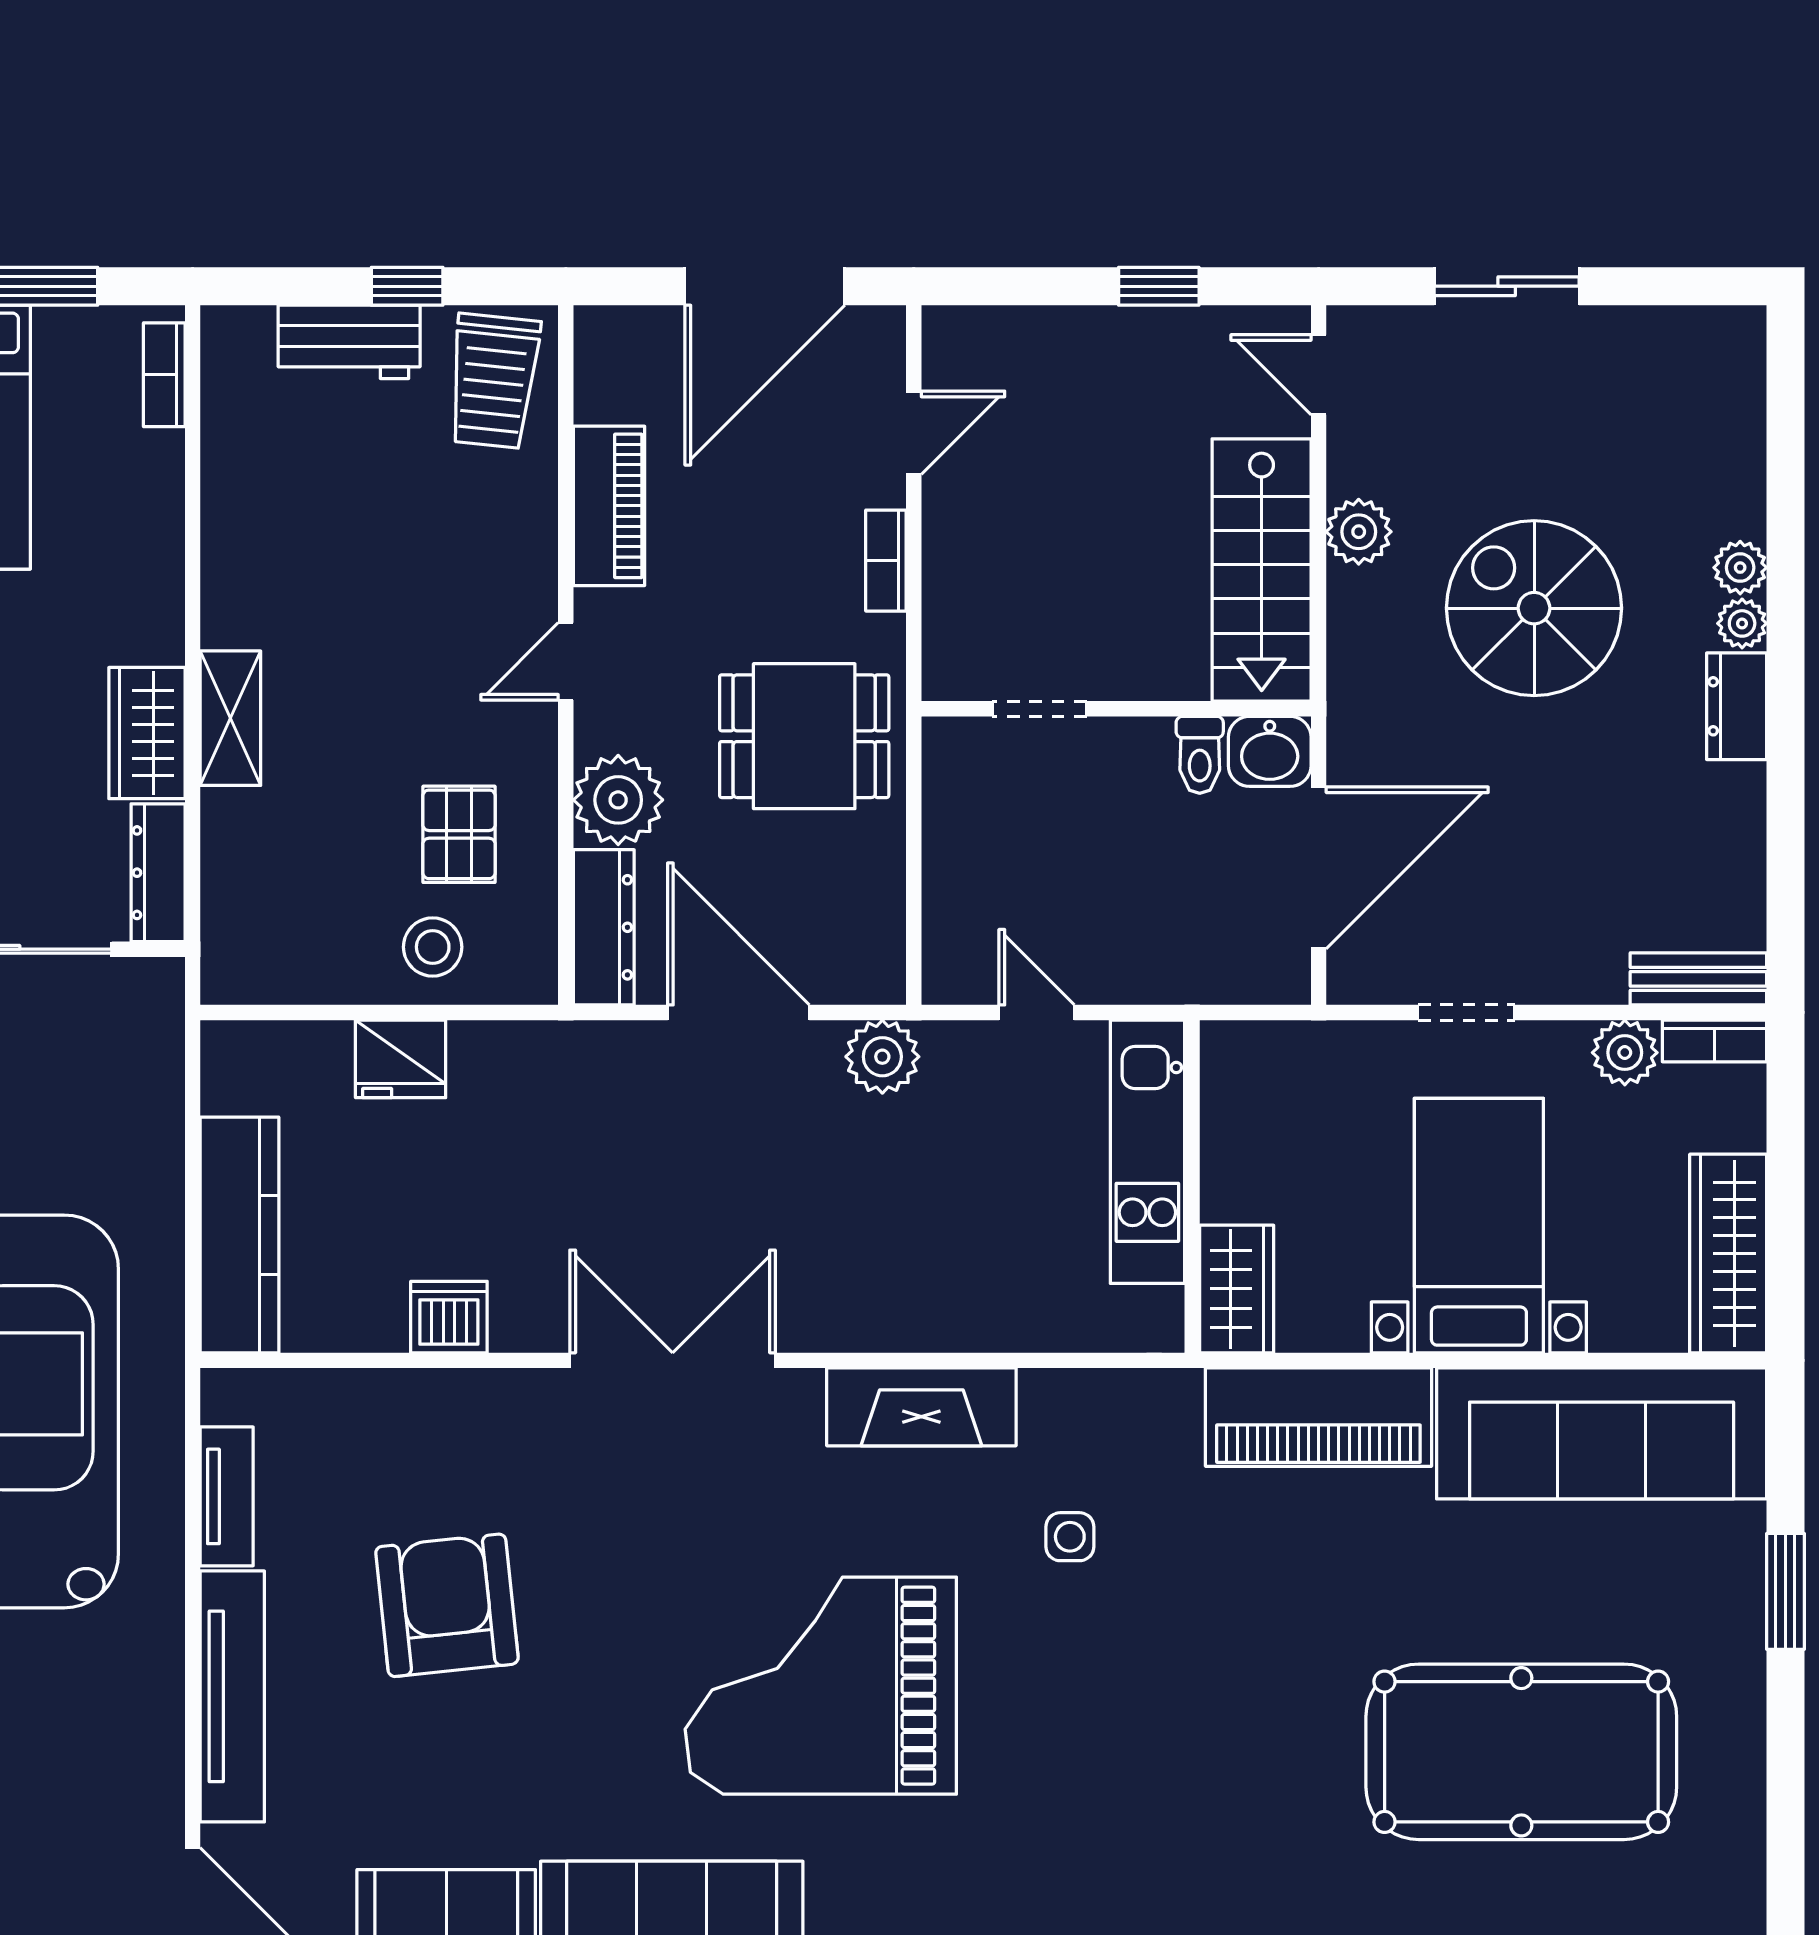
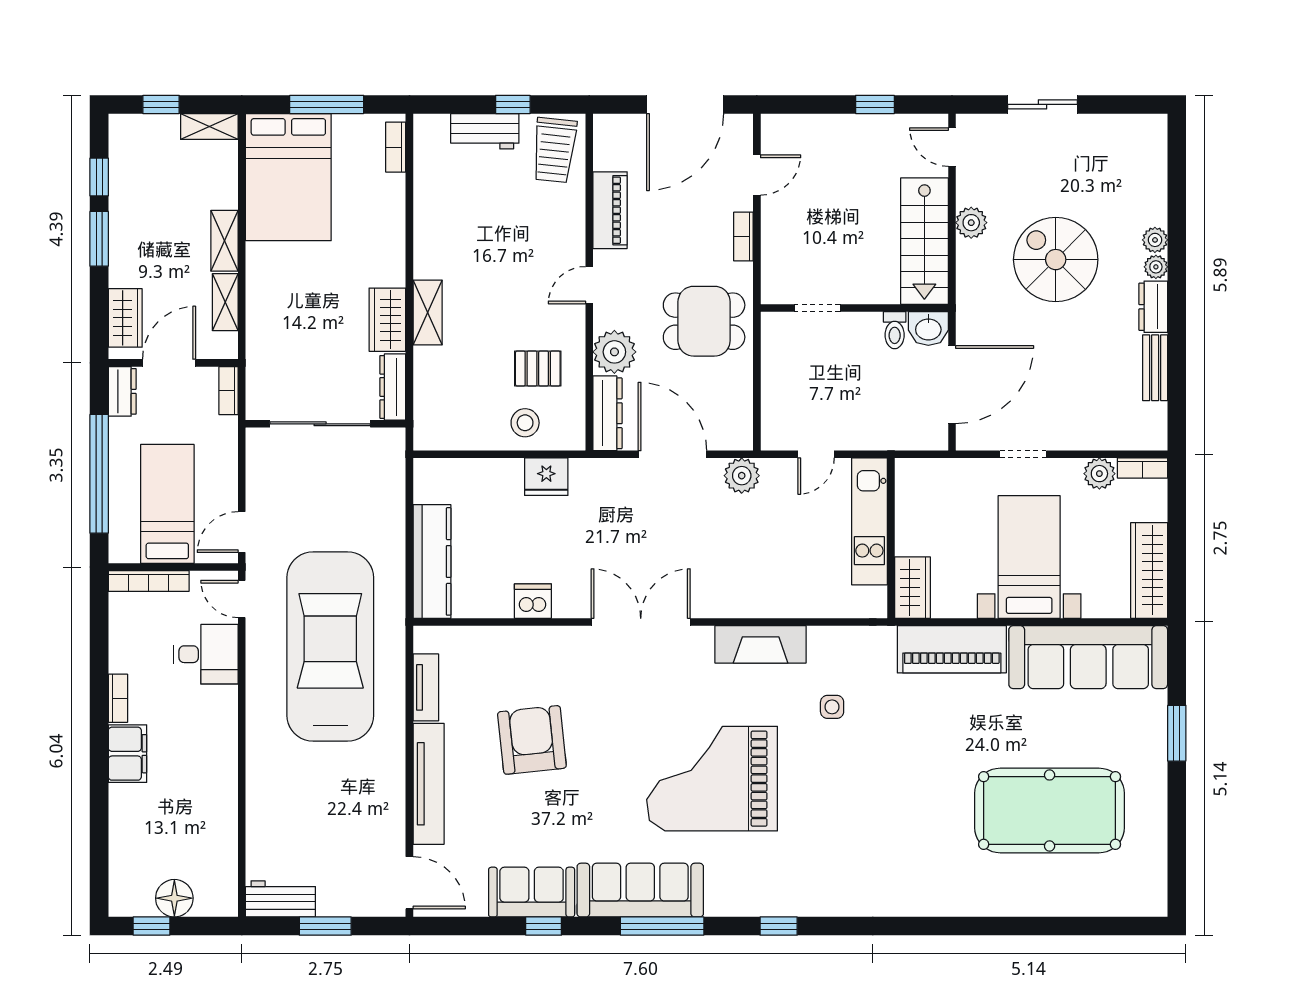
pallet: (459, 834) -> (538, 368), turned 90
bench: (1698, 979) -> (1155, 368), moved, turned 90
door: (1037, 1012) -> (816, 454), swing flipped
fridge: (401, 1059) -> (546, 477), moved

